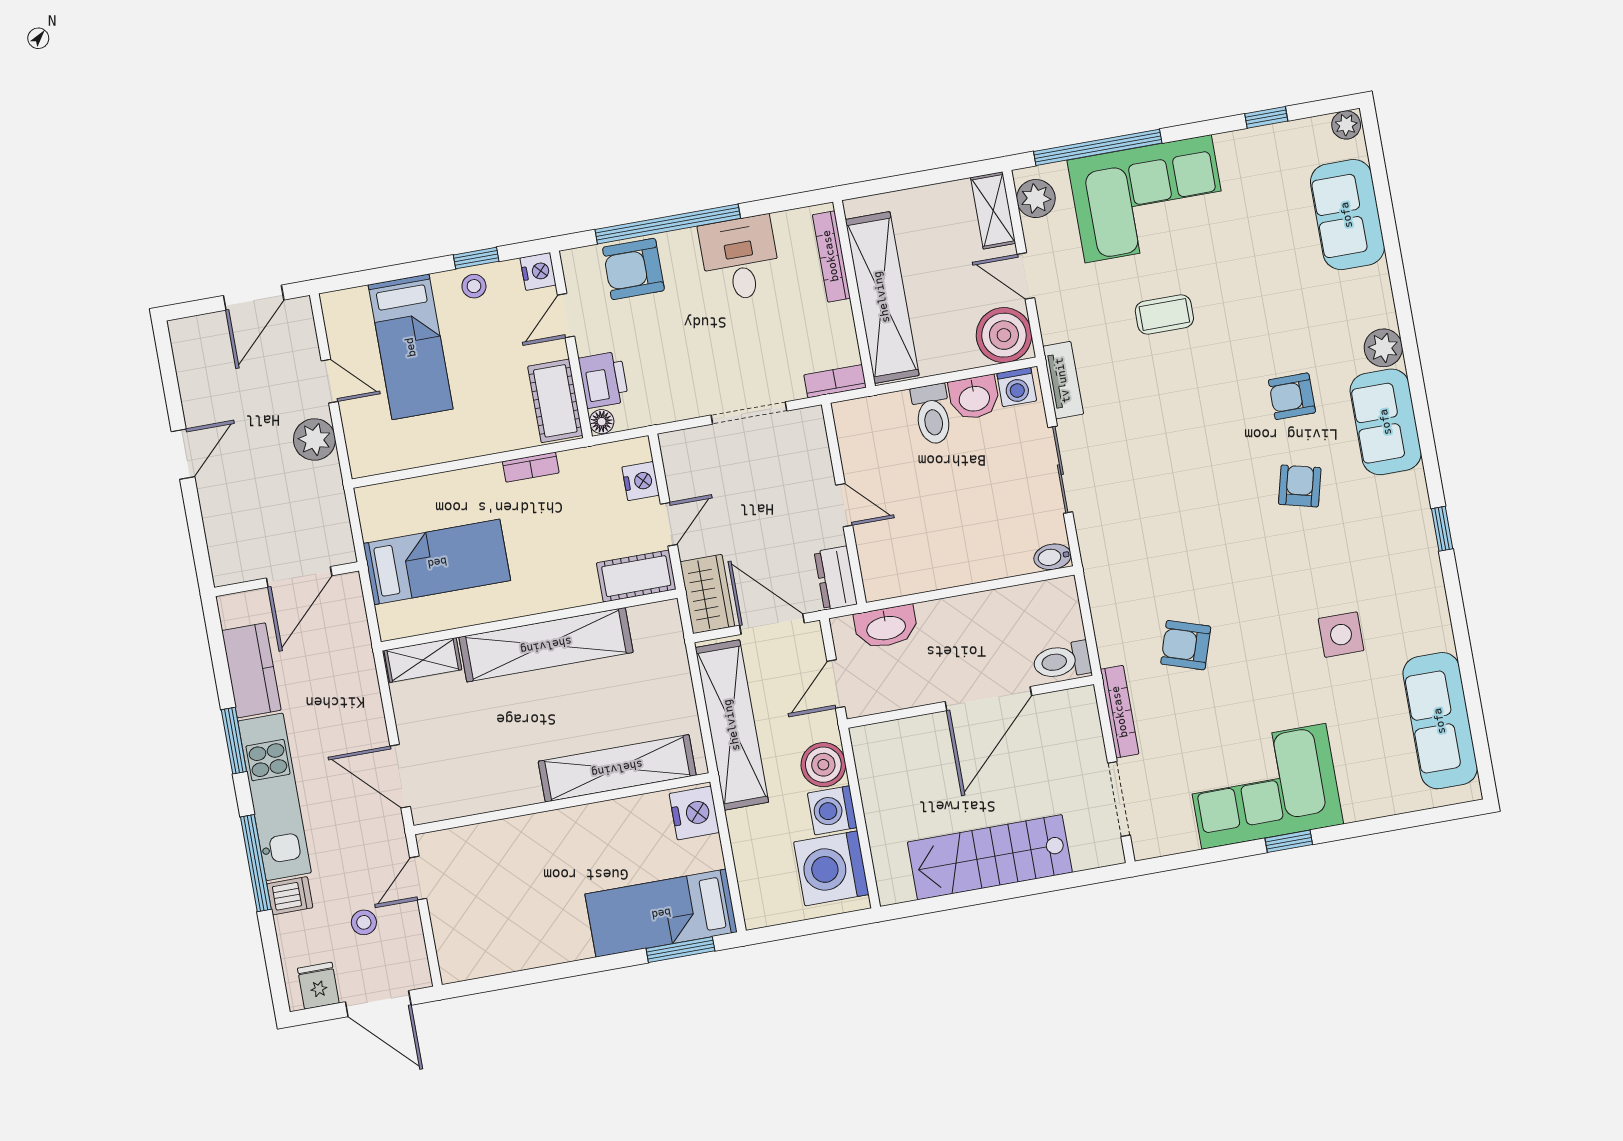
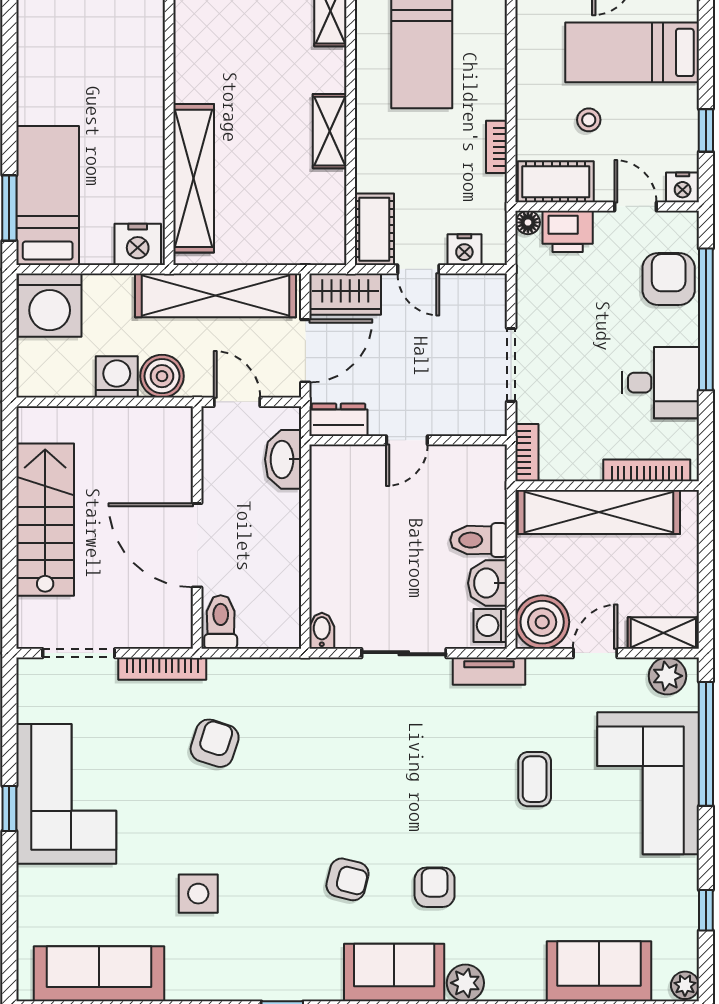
stool: (474, 286) -> (589, 120), moved
shelving: (546, 645) -> (330, 131), width x0.45, depth x0.75
washing machine: (831, 868) -> (50, 305), moved, turned 180

